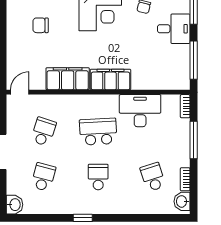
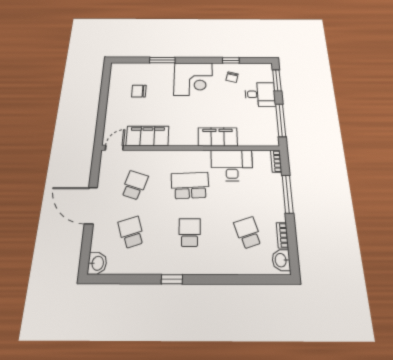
filing cabinet: (68, 79) -> (147, 136), moved
filing cabinet: (111, 80) -> (218, 137), moved
school desk: (43, 177) -> (131, 232), turned -33

